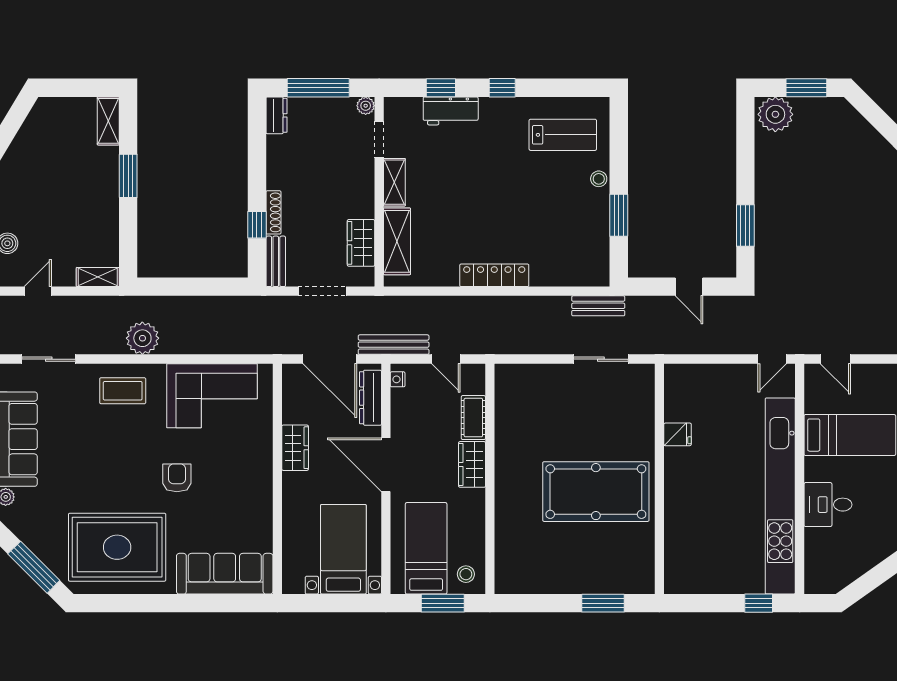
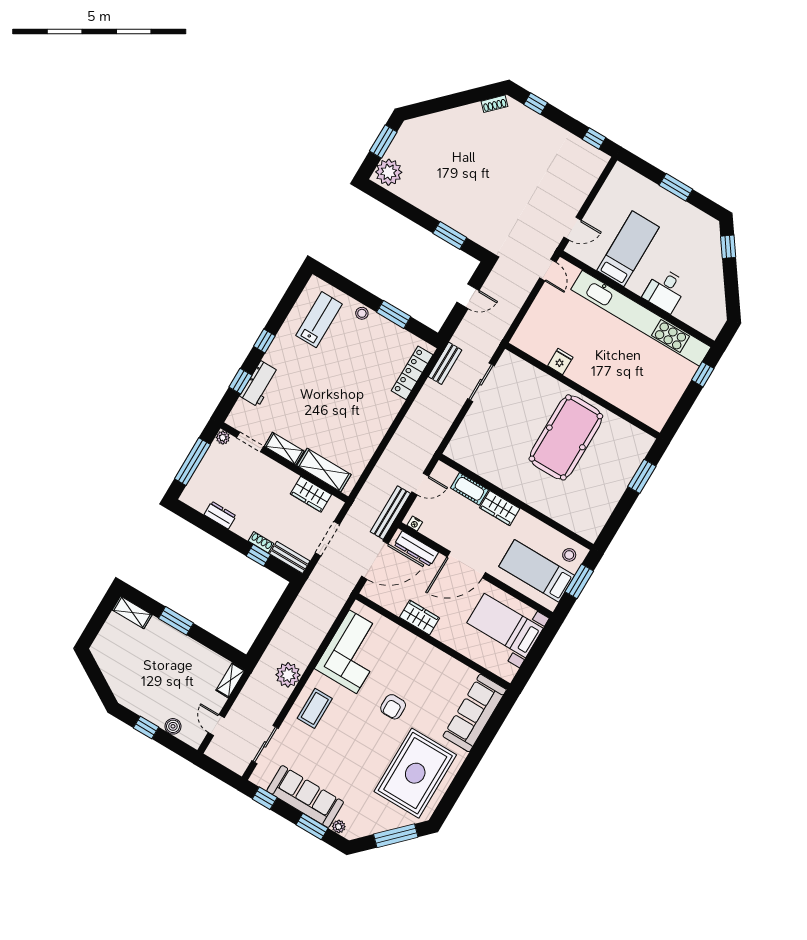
dresser: (276, 115) -> (220, 515), moved
shoe rack: (273, 212) -> (261, 542), width x0.70
locker: (494, 275) -> (412, 373), moved
armchair: (177, 478) -> (393, 707), turned -90

